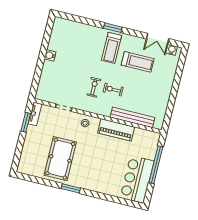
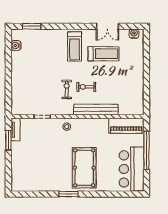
window: (113, 28) -> (32, 26), moved
double door: (158, 39) -> (107, 26), moved
water cooler: (50, 55) -> (16, 46), moved
bench: (133, 117) -> (96, 110), moved
piano: (116, 130) -> (126, 126), moved
pool table: (60, 159) -> (84, 168), moved

